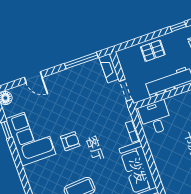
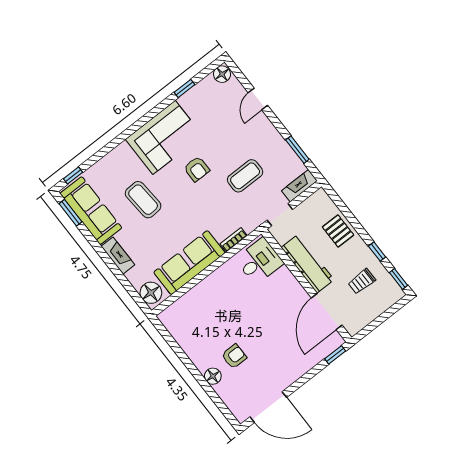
window: (81, 61) -> (297, 150), width x0.69
coffee table: (88, 107) -> (245, 176), added
corner sofa: (31, 136) -> (164, 137), moved

